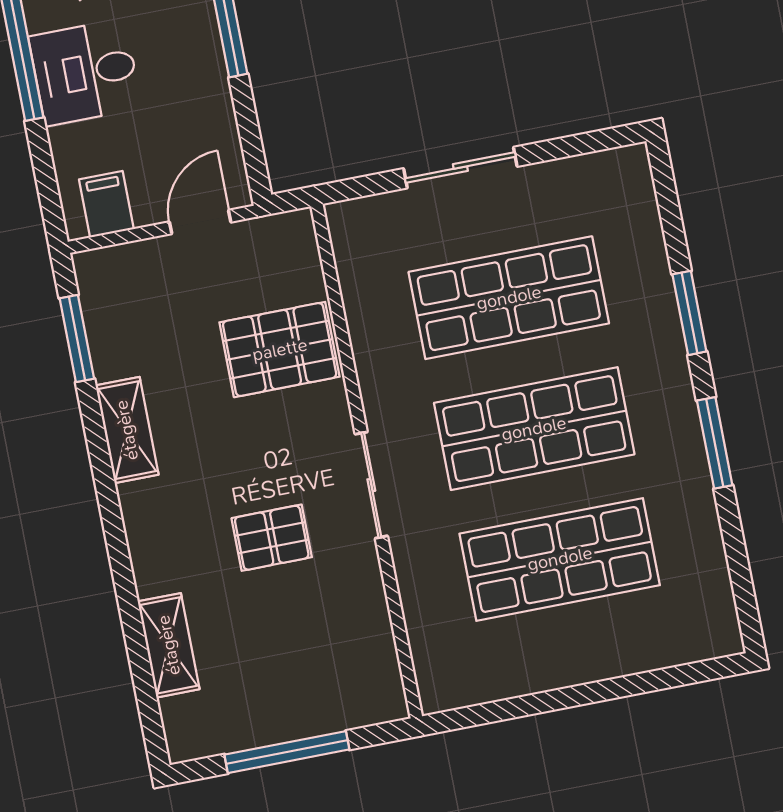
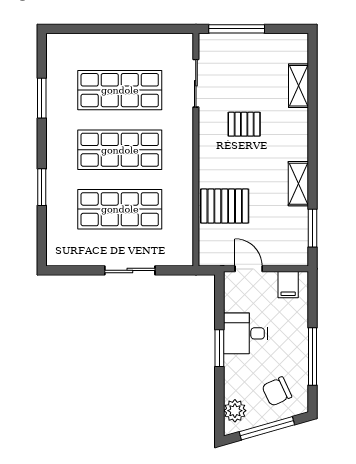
desk: (85, 72) -> (246, 333), moved, turned 180
door: (200, 222) -> (249, 269), swing flipped
window: (715, 443) -> (42, 98), moved
sliding door: (371, 485) -> (196, 83), moved
window: (287, 752) -> (237, 29), moved

